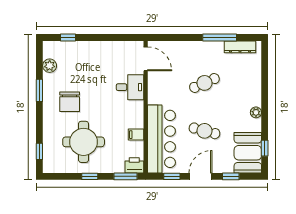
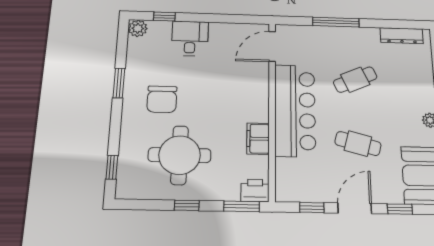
window: (220, 37) -> (336, 22), moved
door: (146, 59) -> (272, 46), swing flipped
plant: (50, 66) -> (138, 28), moved
desk: (130, 87) -> (190, 38), moved, turned -90
filing cabinet: (136, 135) -> (258, 139), width x2.00
bar counter: (161, 139) -> (295, 110), moved

